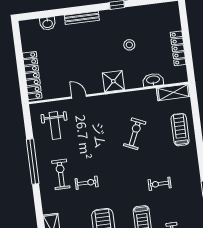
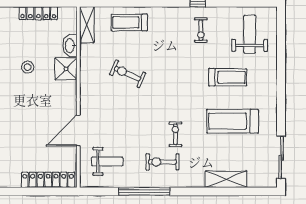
shower: (113, 81) -> (66, 69), moved
door: (79, 97) -> (78, 130), width x1.88
exercise bike: (160, 184) -> (201, 30), moved

